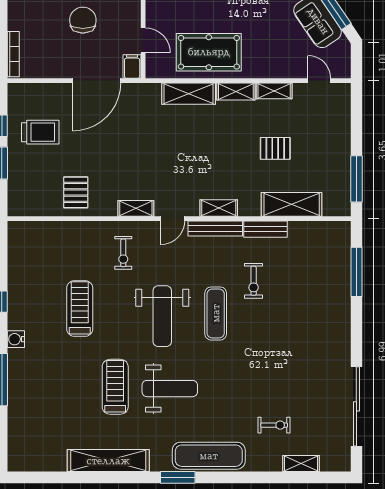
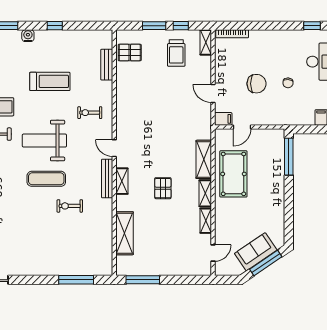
door: (97, 81) -> (213, 93), width x0.53
pallet: (275, 148) -> (163, 188), moved
pallet: (76, 192) -> (130, 52), moved
shelving: (136, 208) -> (206, 42), moved
bench: (265, 229) -> (107, 65), moved

